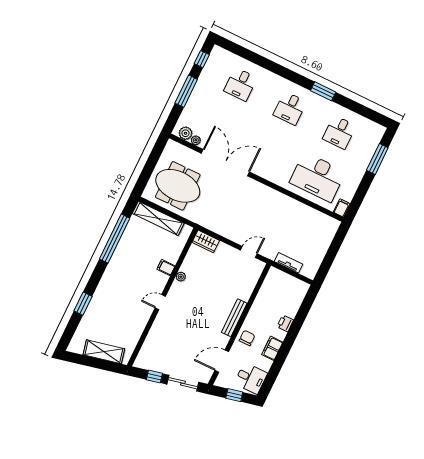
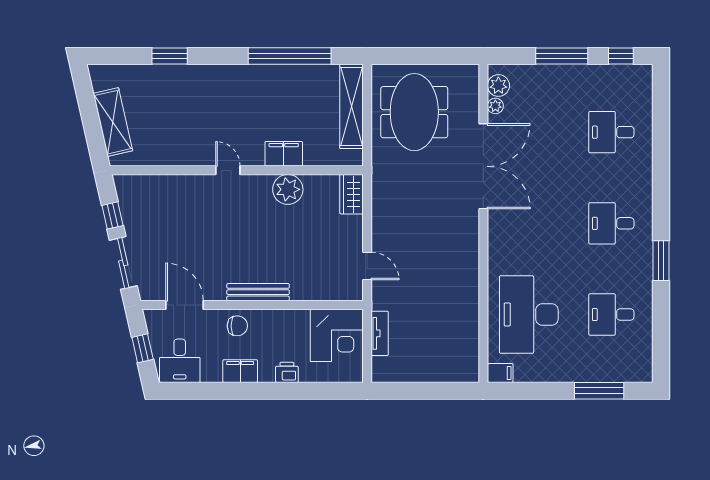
filing cabinet: (166, 268) -> (284, 154), width x2.00
plant: (181, 277) -> (288, 189), width x1.87, depth x1.87
corner desk: (278, 287) -> (337, 335), added

